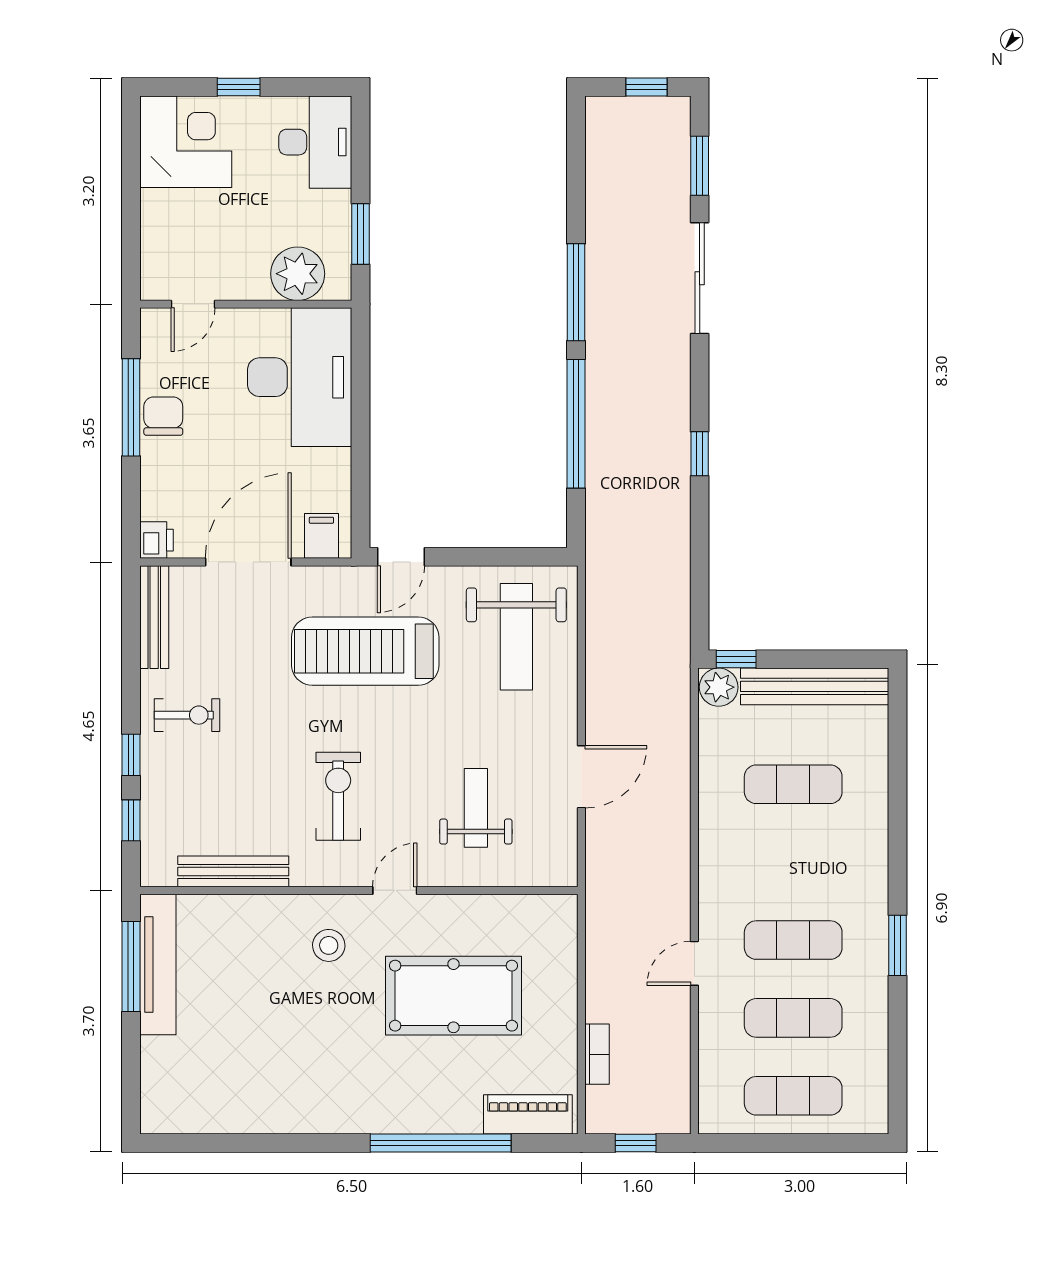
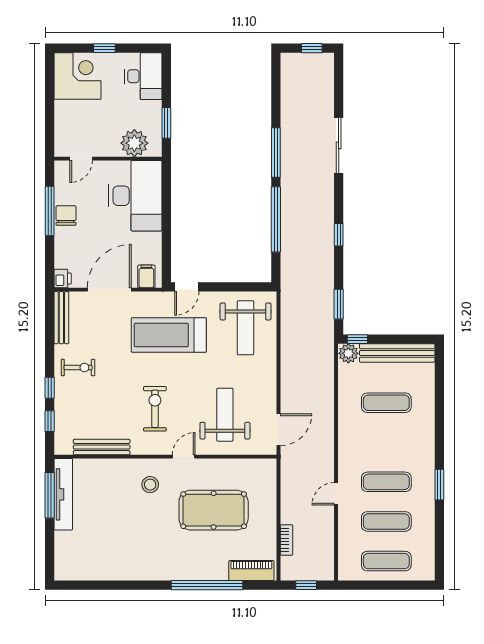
window: (700, 166) -> (339, 304), moved
door: (581, 777) -> (279, 430), moved
weight bench: (476, 808) -> (225, 415), width x1.36, depth x1.33

